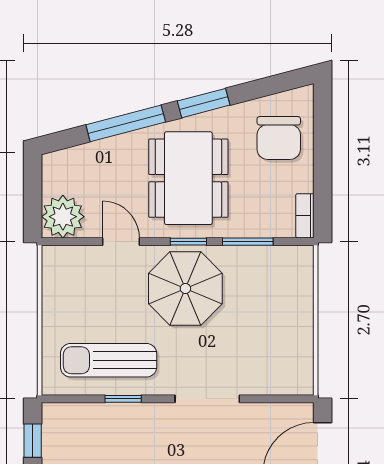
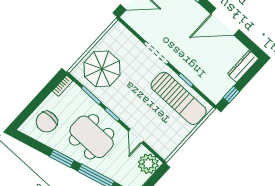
chair: (279, 138) -> (47, 122), turned 180
dining table: (188, 178) -> (92, 137), turned 90
parasol: (185, 289) -> (102, 69), moved
sun lounger: (109, 360) -> (179, 98), width x1.36, depth x1.34

